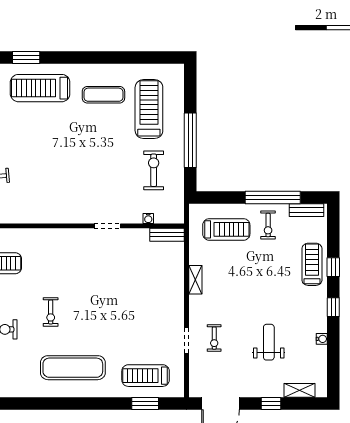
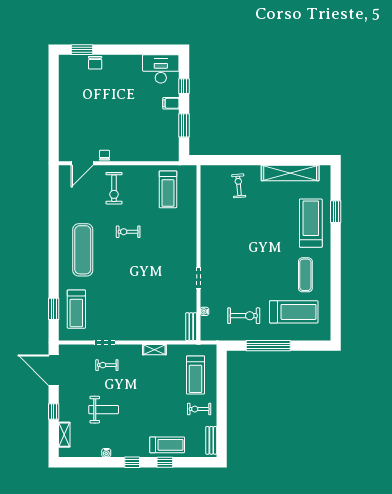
window: (273, 197) -> (222, 413), removed
treadmill: (146, 376) -> (76, 309), turned 180

